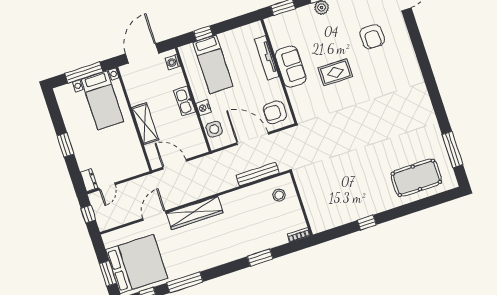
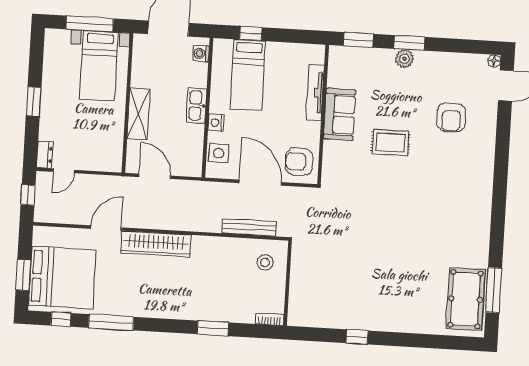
pool table: (416, 178) -> (465, 299), moved, turned 90

